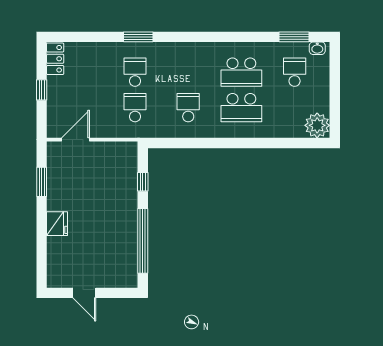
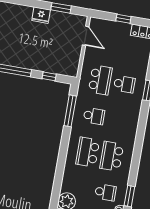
school desk: (135, 108) -> (100, 80), width x1.85
window: (187, 143) -> (70, 111), added
fridge: (57, 224) -> (41, 15), moved

